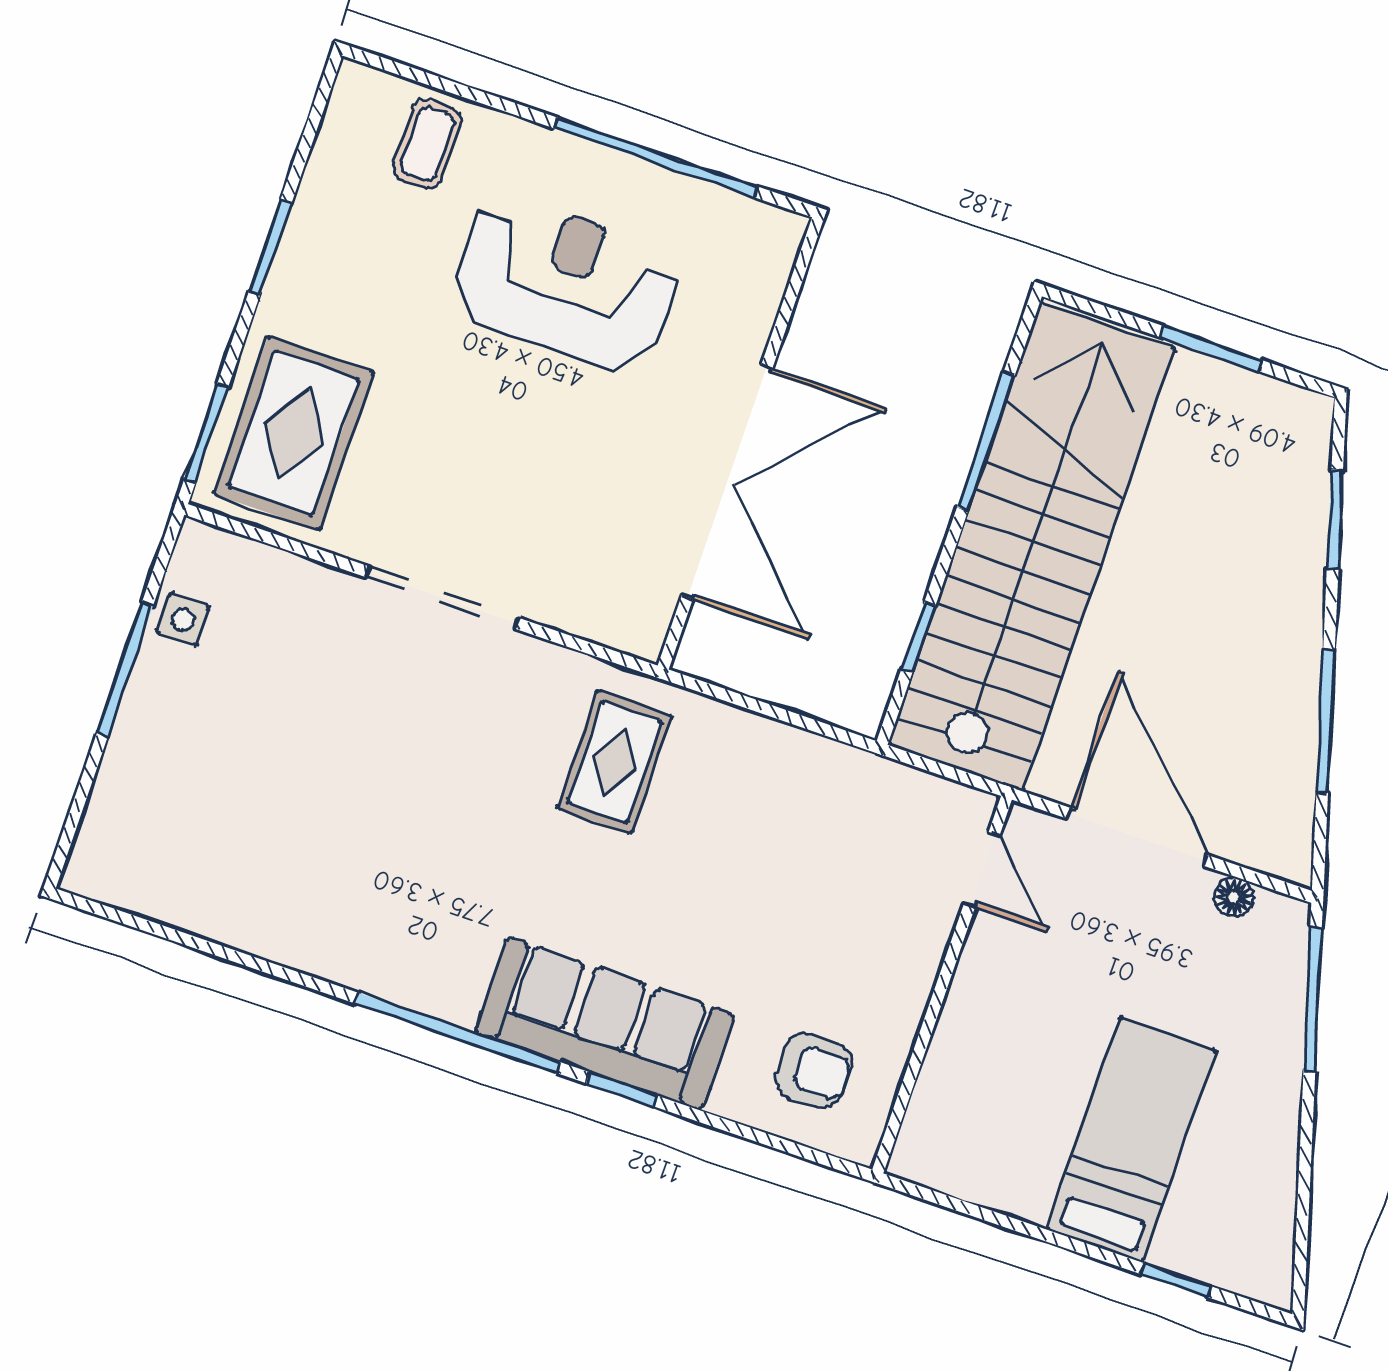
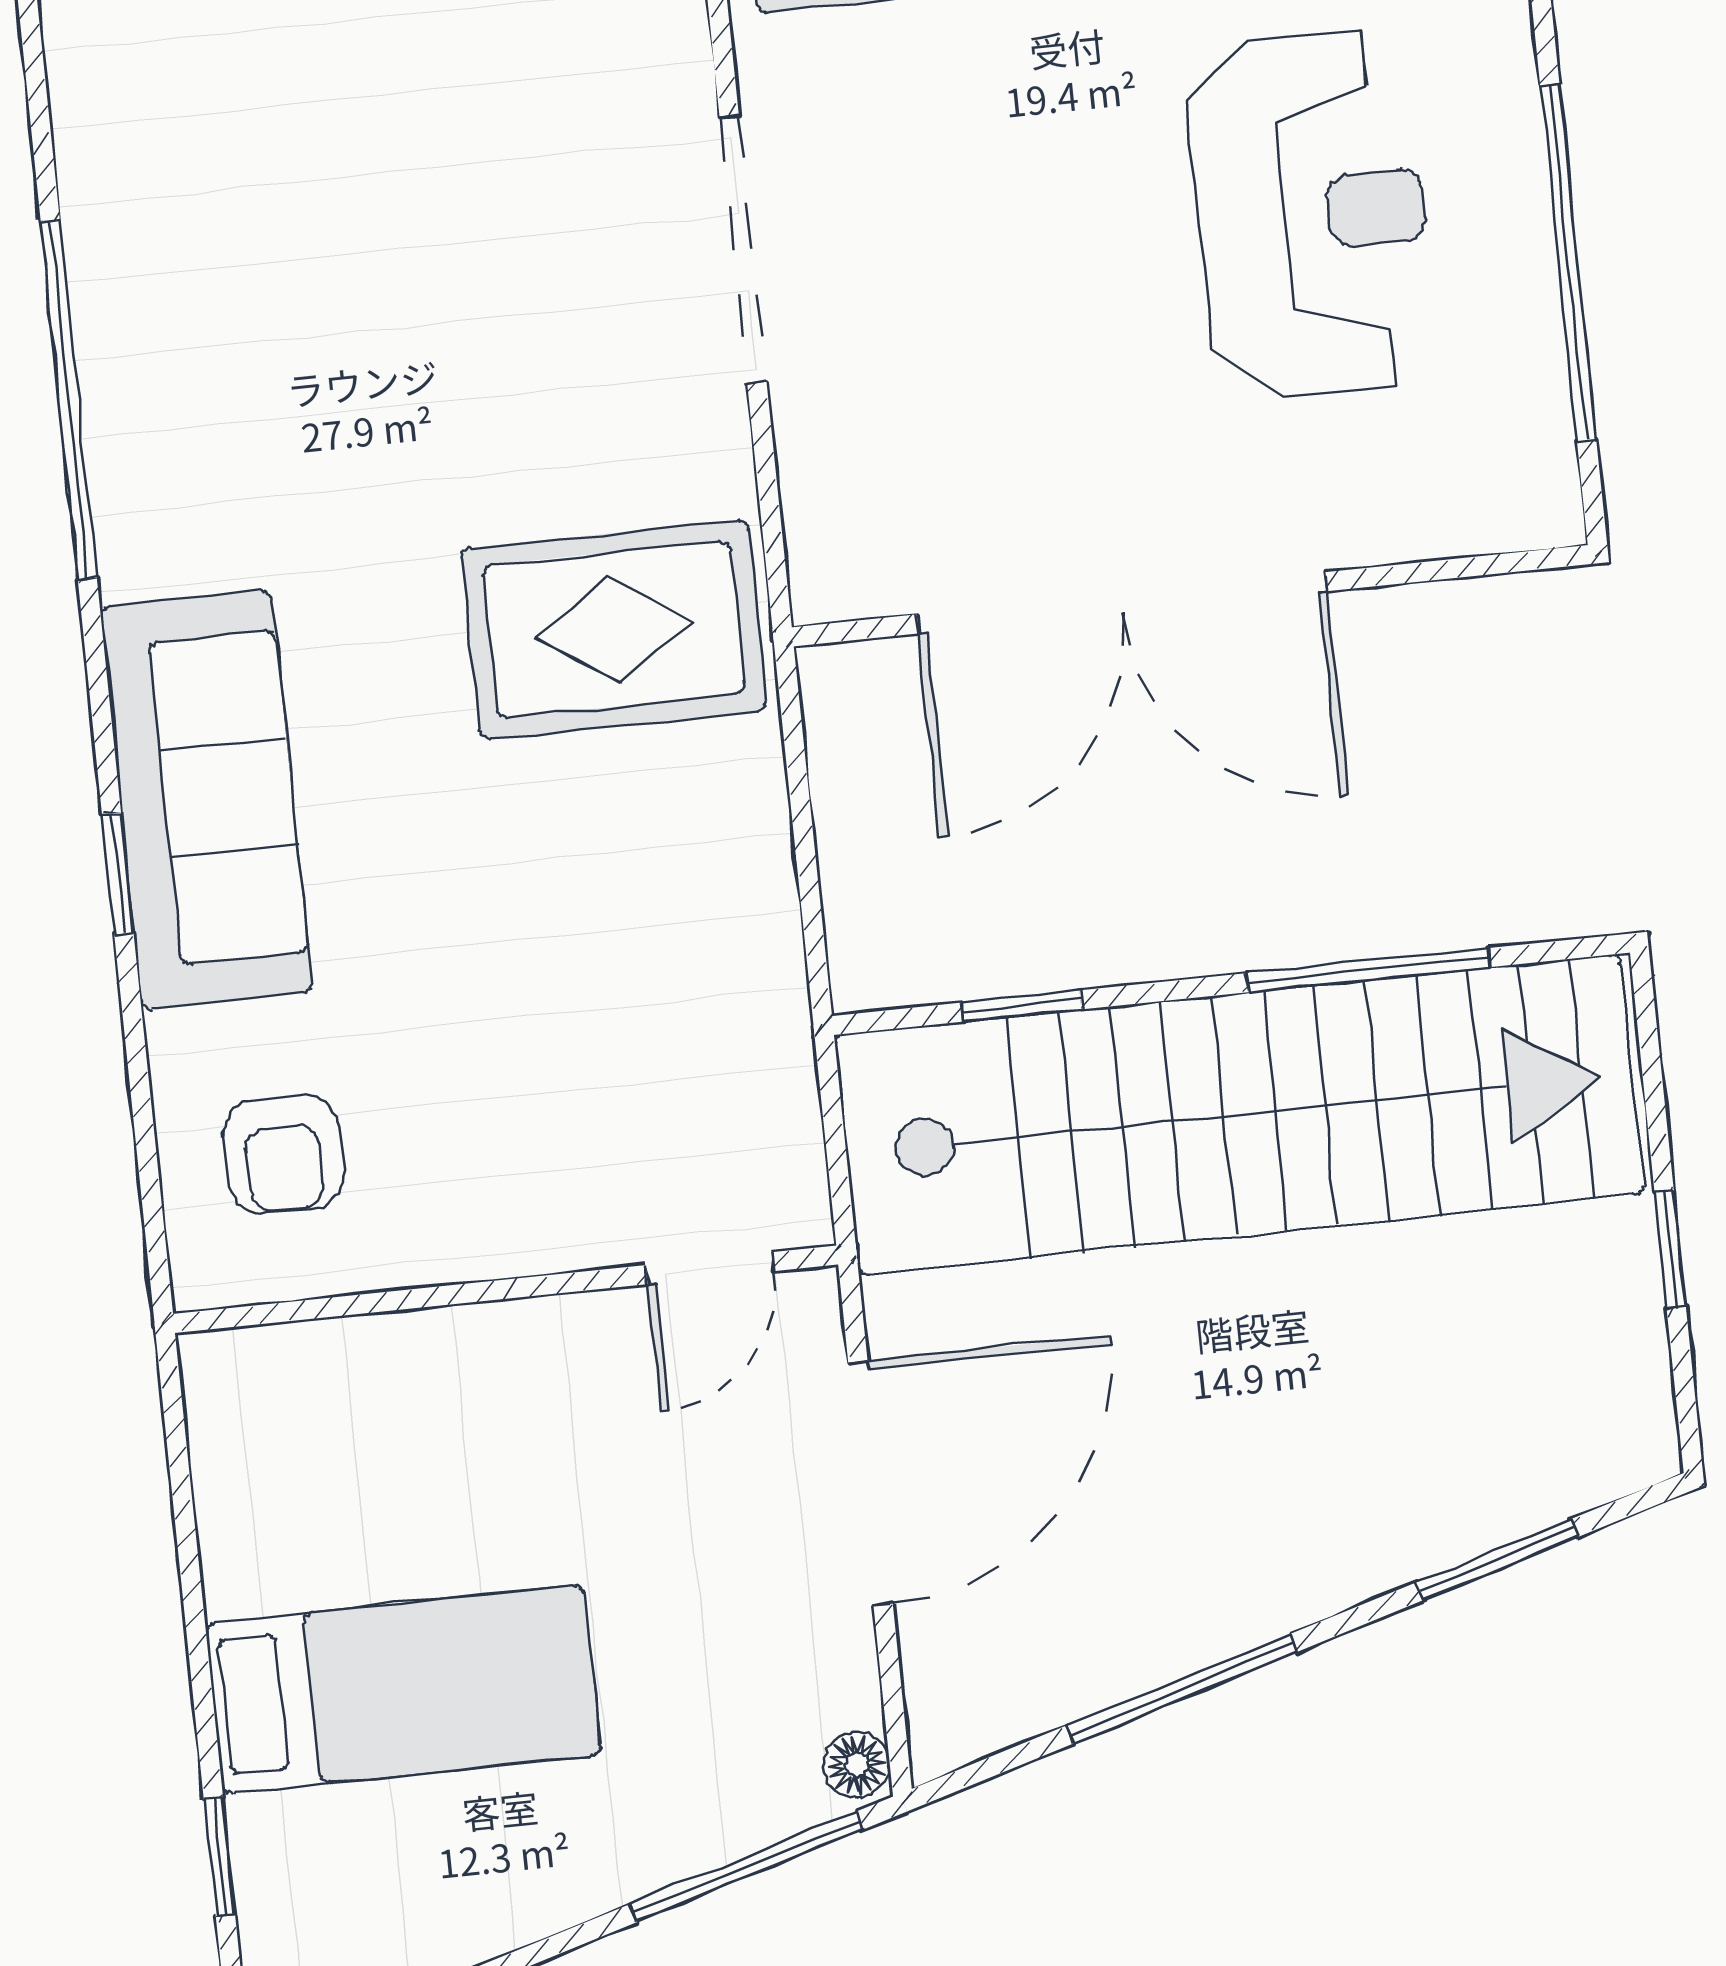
window: (1211, 349) -> (1670, 1249), width x0.67
rug: (615, 762) -> (614, 630), width x1.36, depth x1.43
floor lamp: (1234, 897) -> (857, 1765), moved
window: (457, 1033) -> (69, 400), moved

